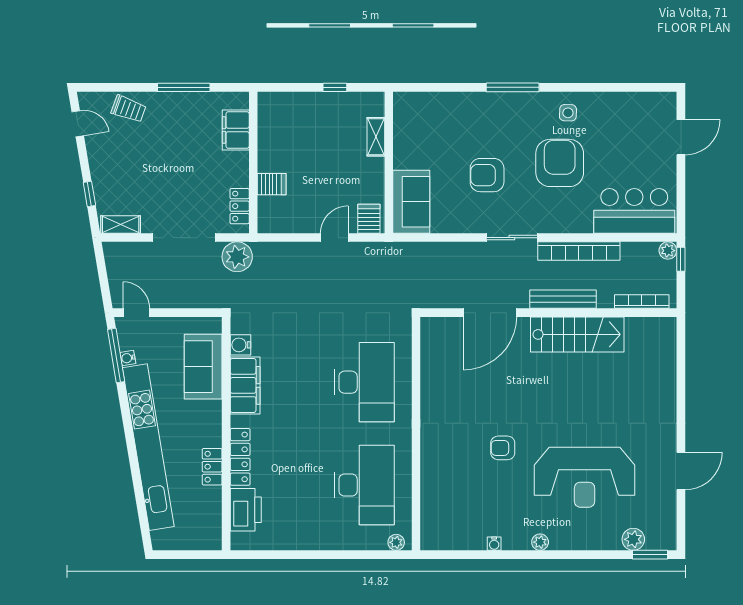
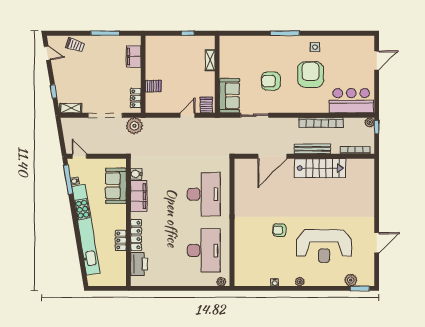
sliding door: (512, 238) -> (255, 115), moved

